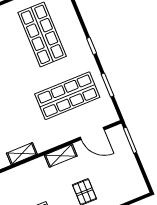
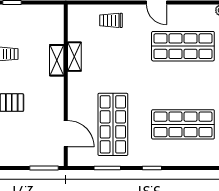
door: (92, 133) -> (66, 134), swing flipped
shelving: (61, 156) -> (57, 60), moved

